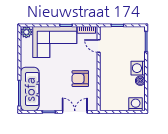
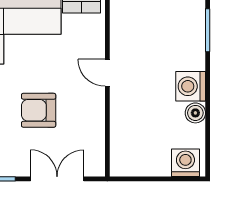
door: (99, 46) -> (107, 73), moved
armchair: (80, 79) -> (39, 110), moved

